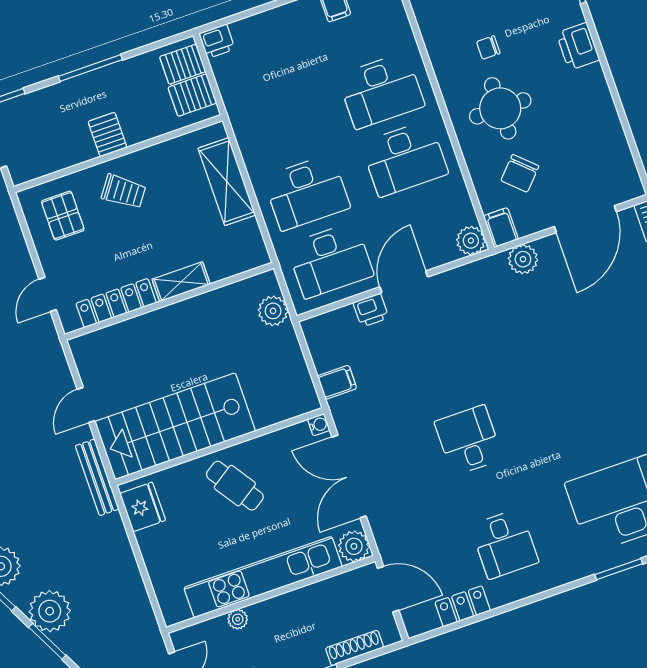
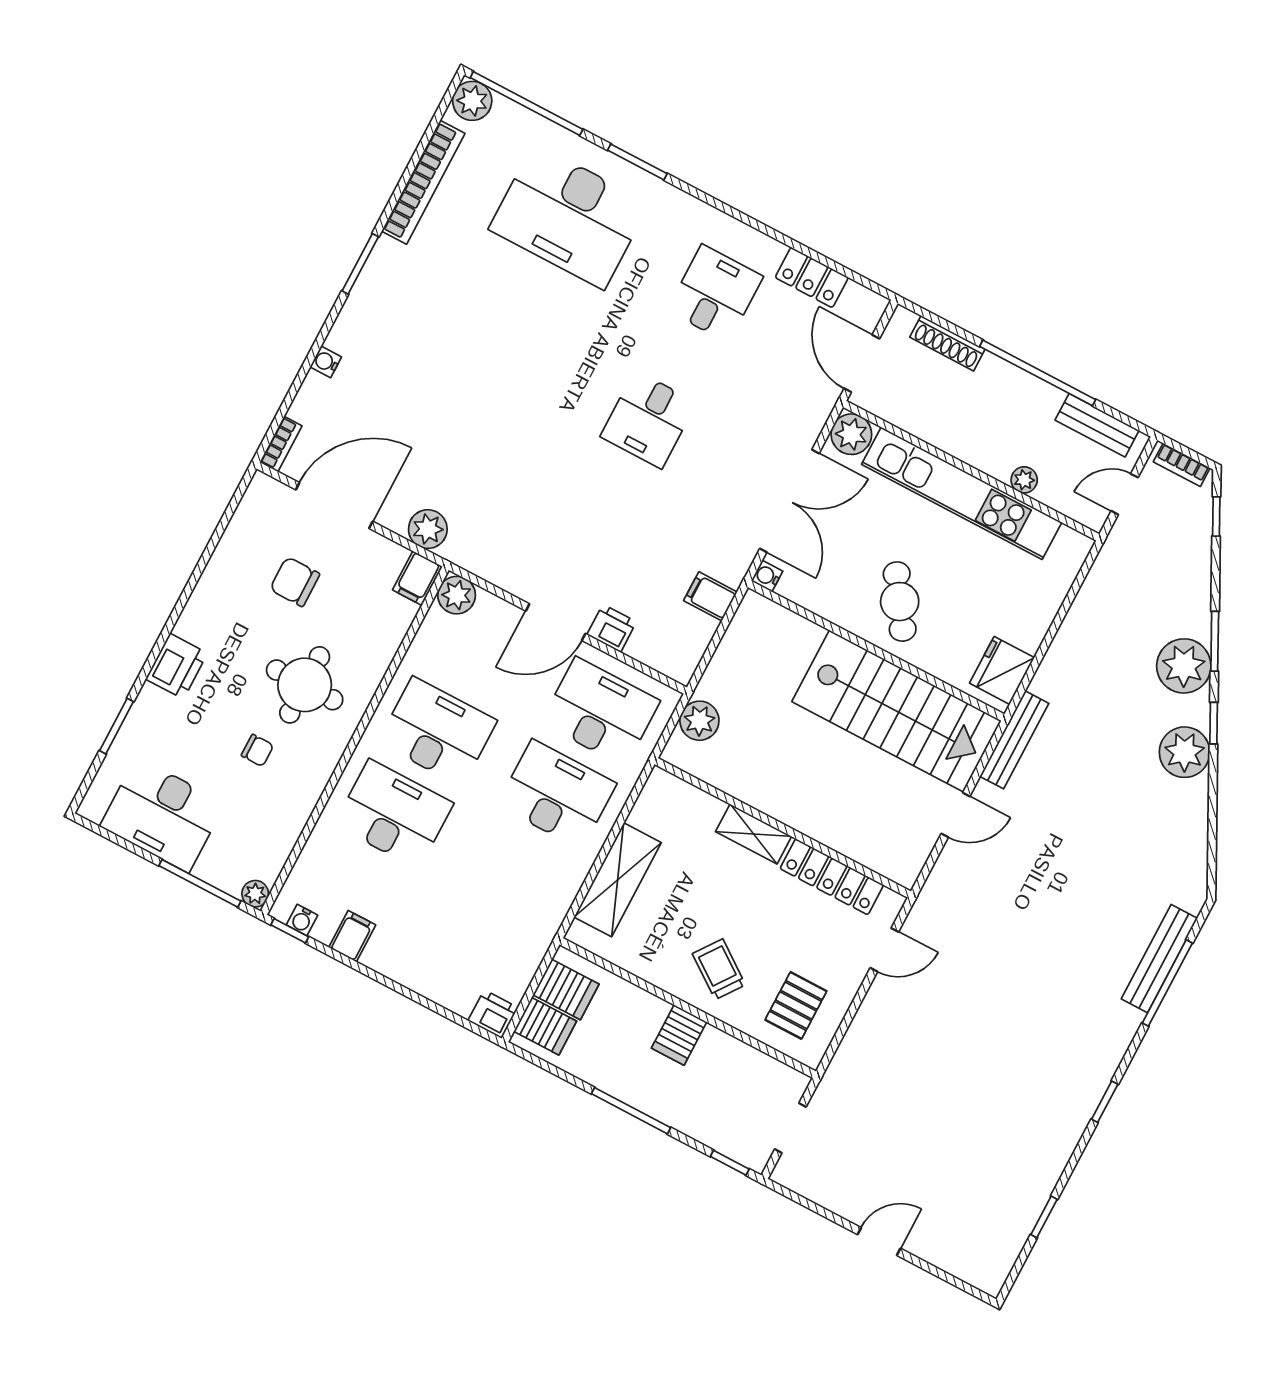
chair: (520, 173) -> (295, 582), moved, turned -133

